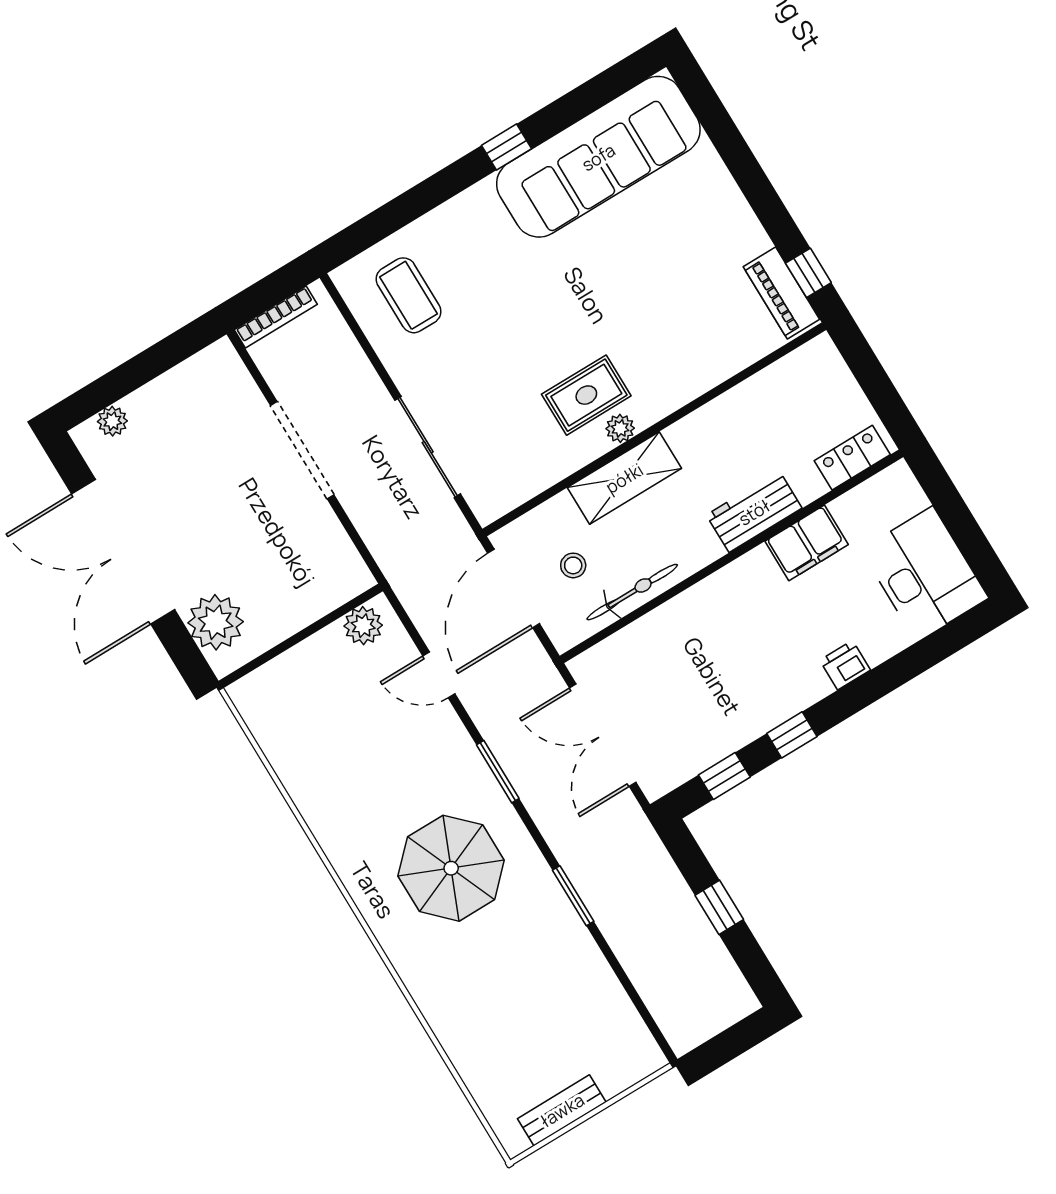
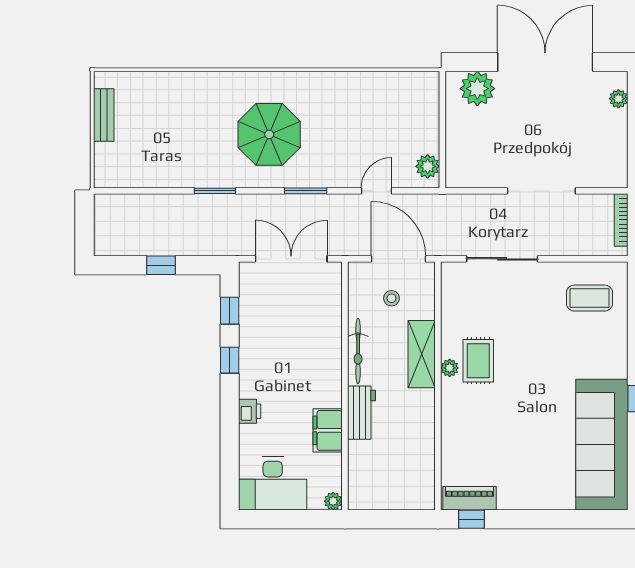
locker: (852, 458) -> (358, 483), removed
plant: (898, 477) -> (333, 501), added
bicycle: (632, 592) -> (358, 351), moved

